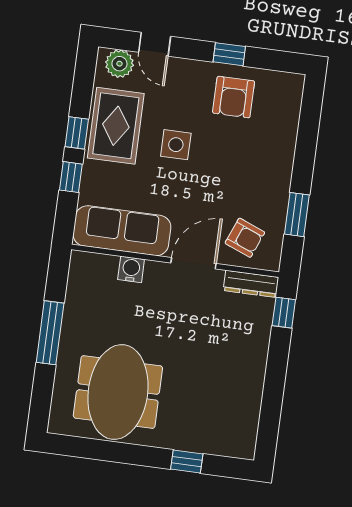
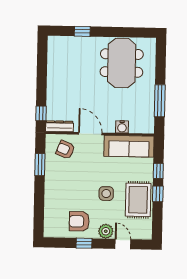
plant: (119, 64) -> (106, 231), moved
armchair: (234, 97) -> (79, 221), turned -90
door: (194, 263) -> (90, 134), swing flipped
window: (50, 333) -> (160, 101), moved

